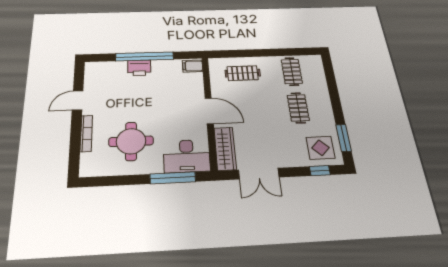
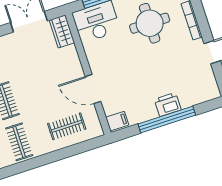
door: (209, 111) -> (93, 89), moved
wardrobe: (225, 149) -> (62, 31), width x0.67

